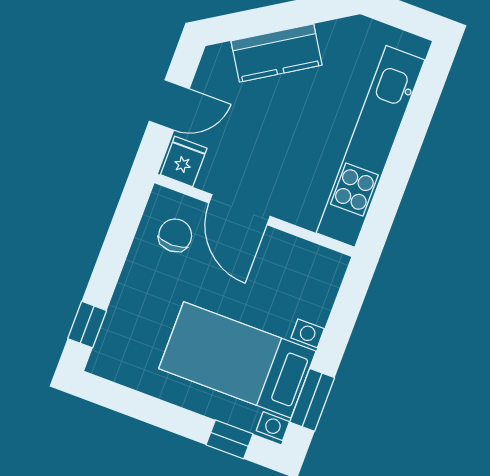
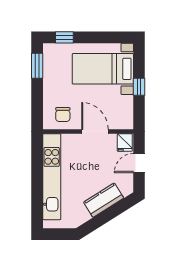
chair: (175, 235) -> (63, 115), moved
window: (87, 325) -> (139, 87), moved
bed with nightstands: (237, 360) -> (103, 69), moved, turned 180

